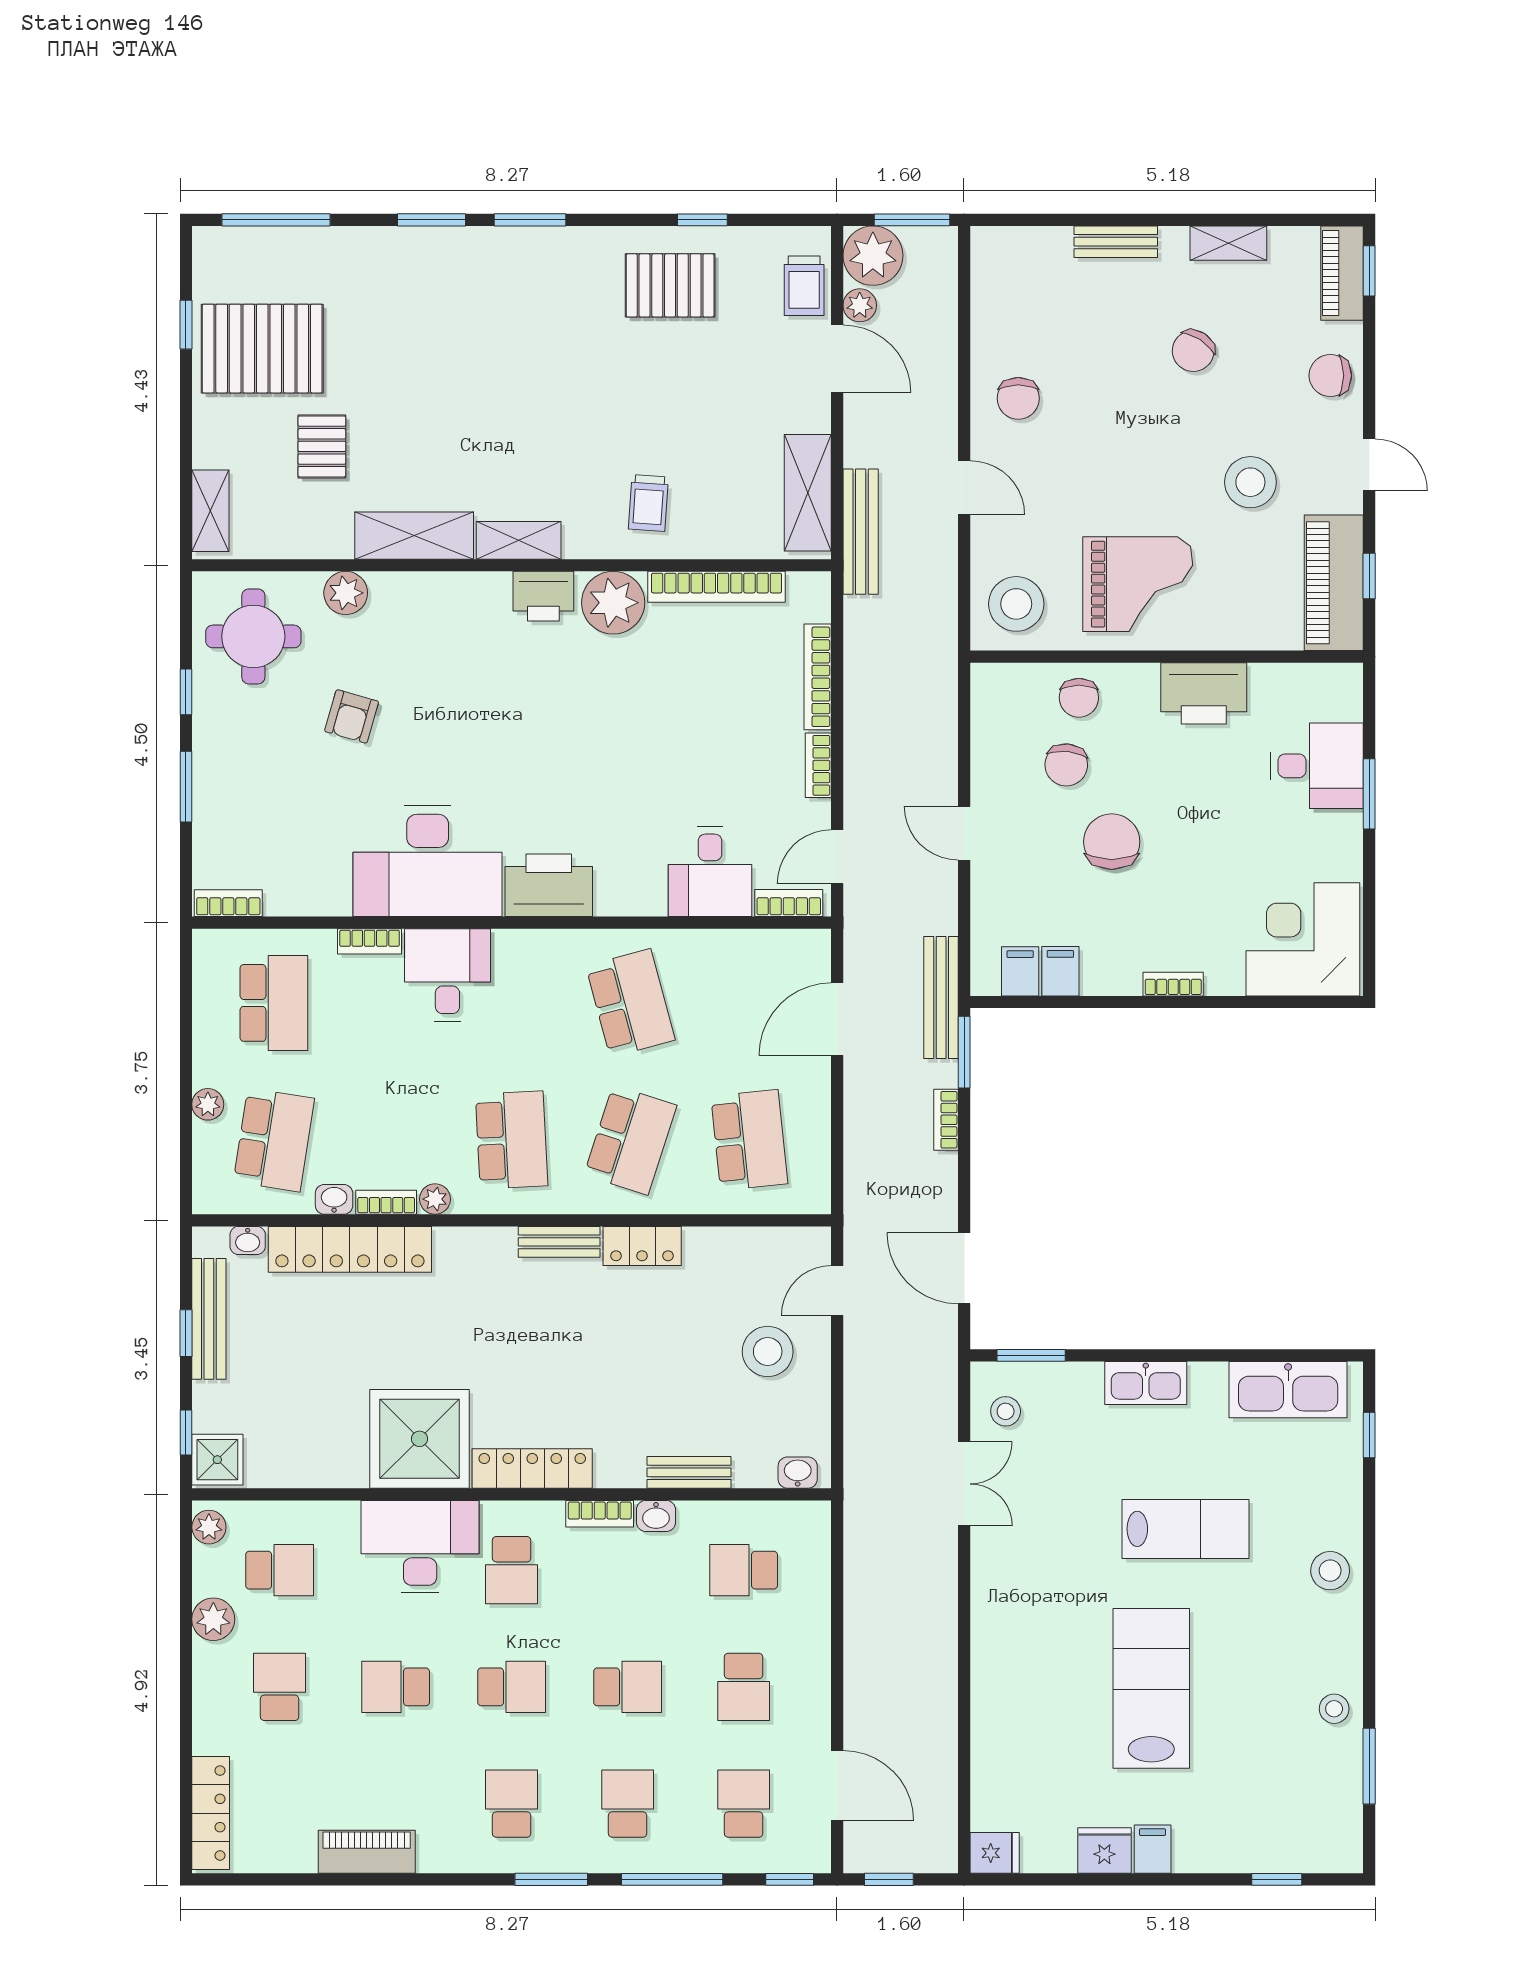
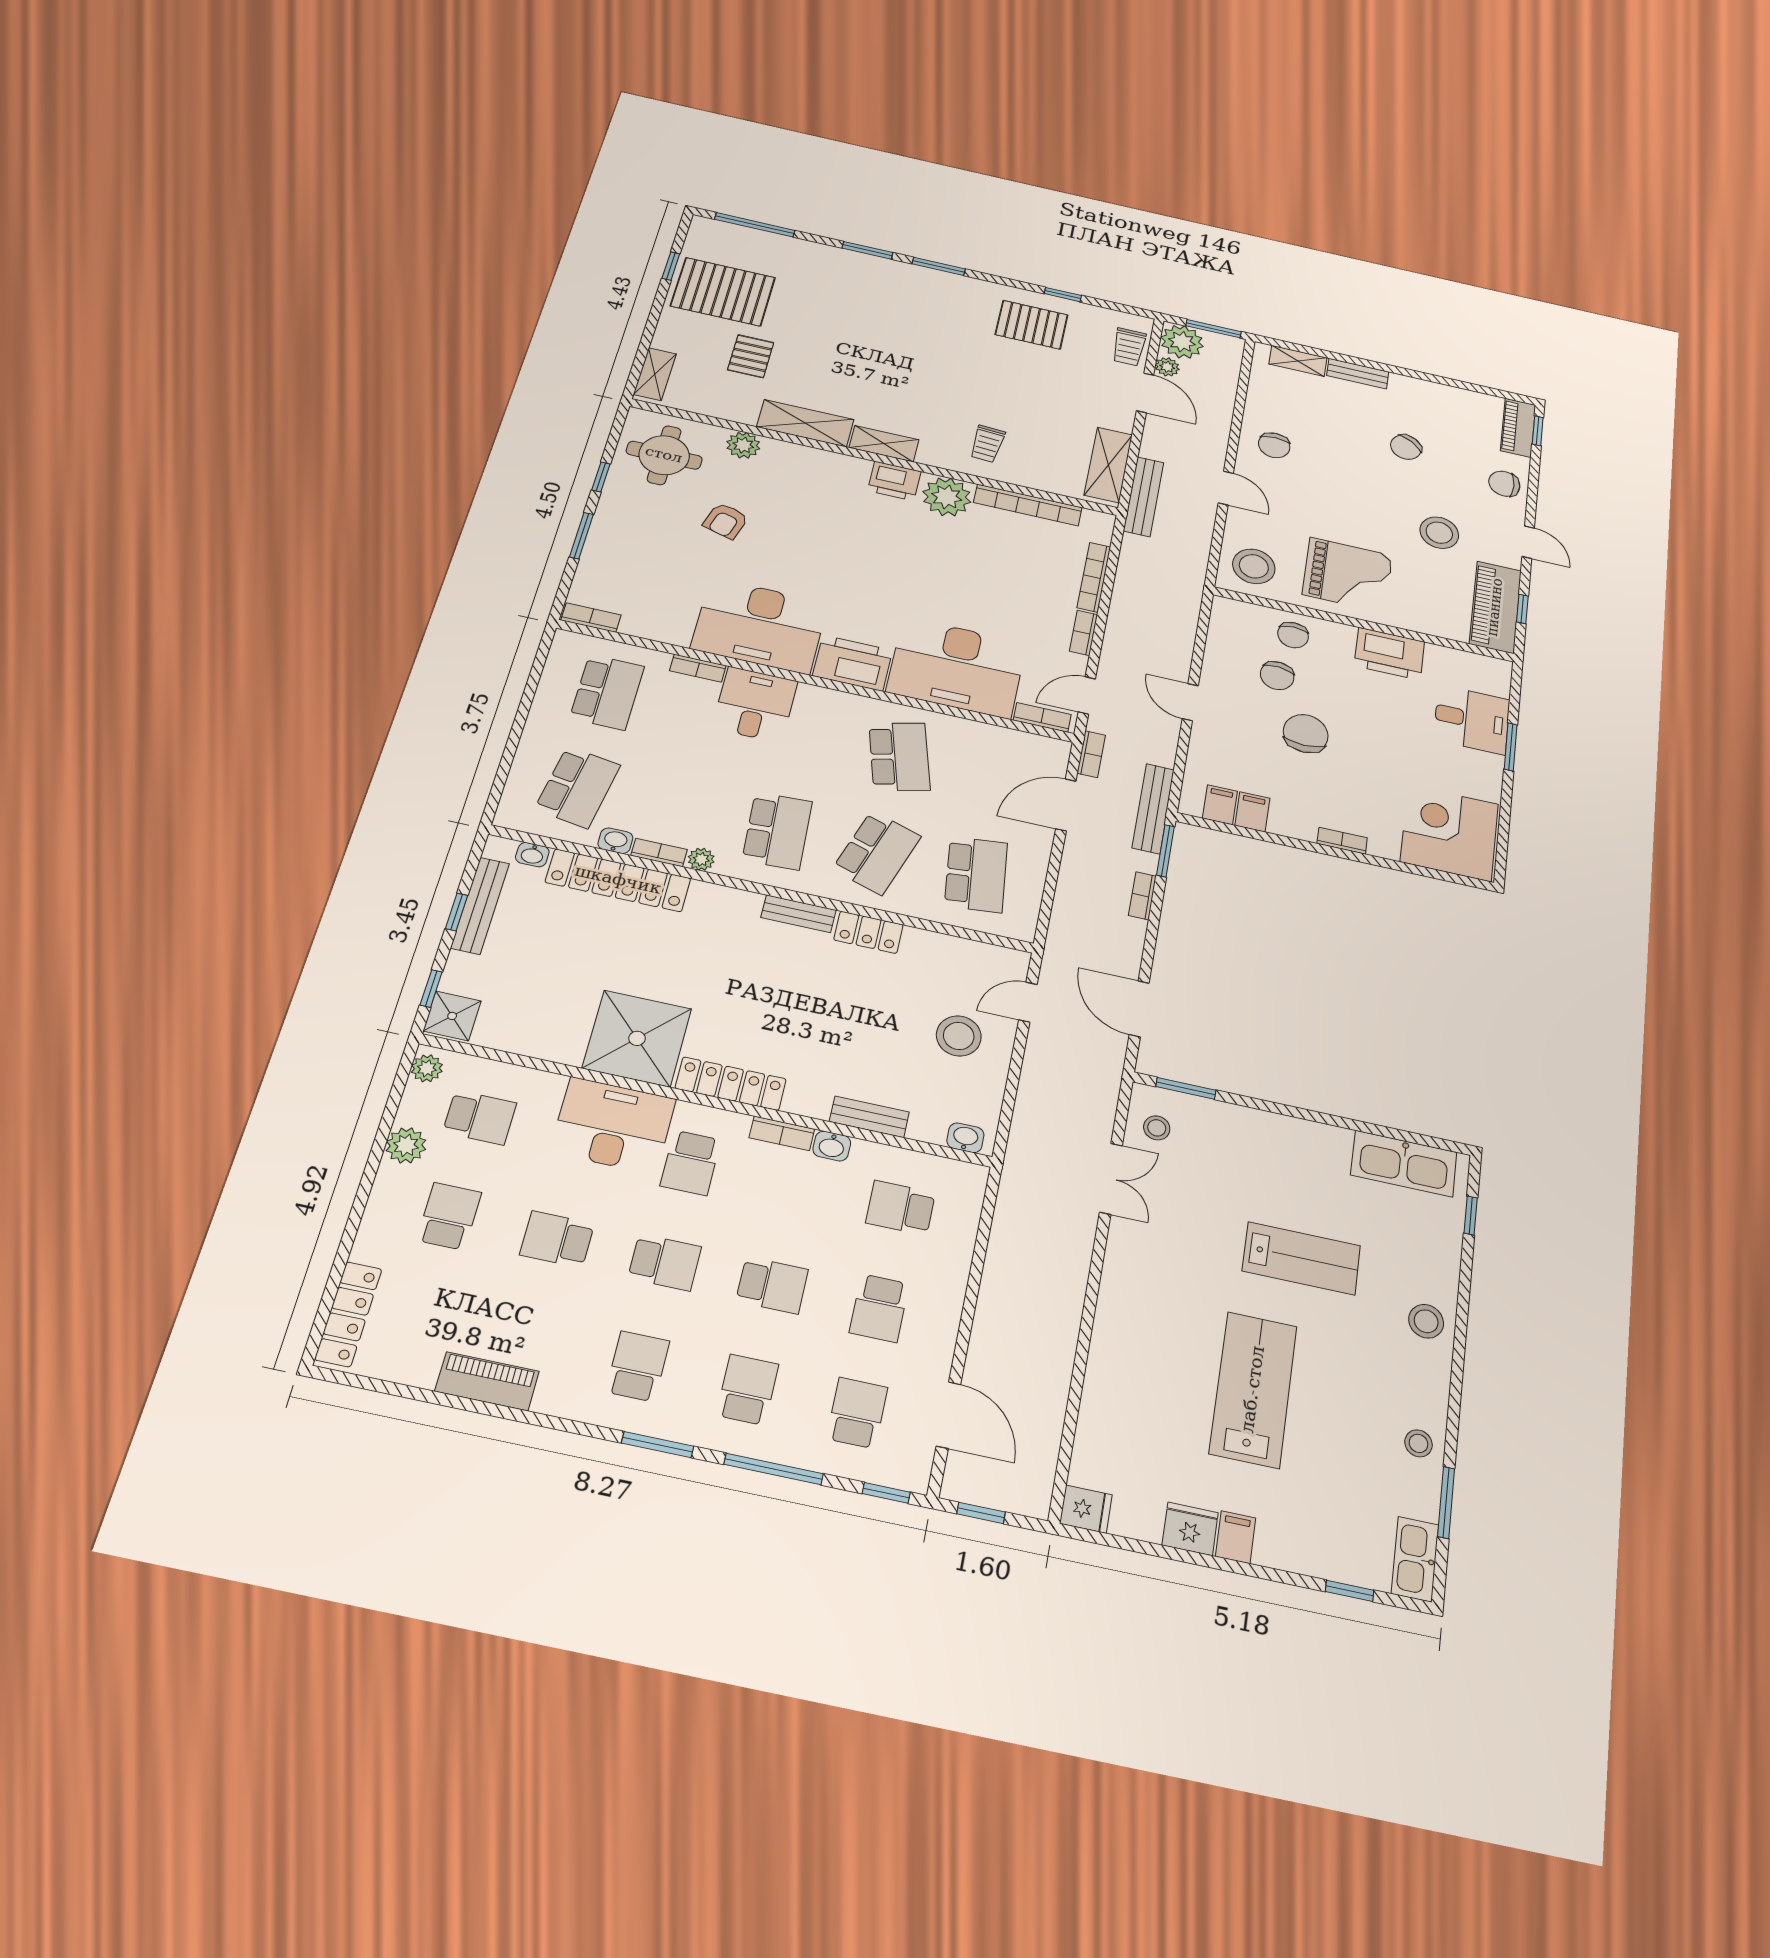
shelving: (1228, 243) -> (1298, 361), moved
desk: (710, 872) -> (957, 667), width x1.87, depth x1.30
bookcase: (856, 940) -> (1091, 754), added
plant: (208, 1104) -> (530, 750), removed
kitchen sink: (1146, 1383) -> (1415, 1559), moved, turned 90

